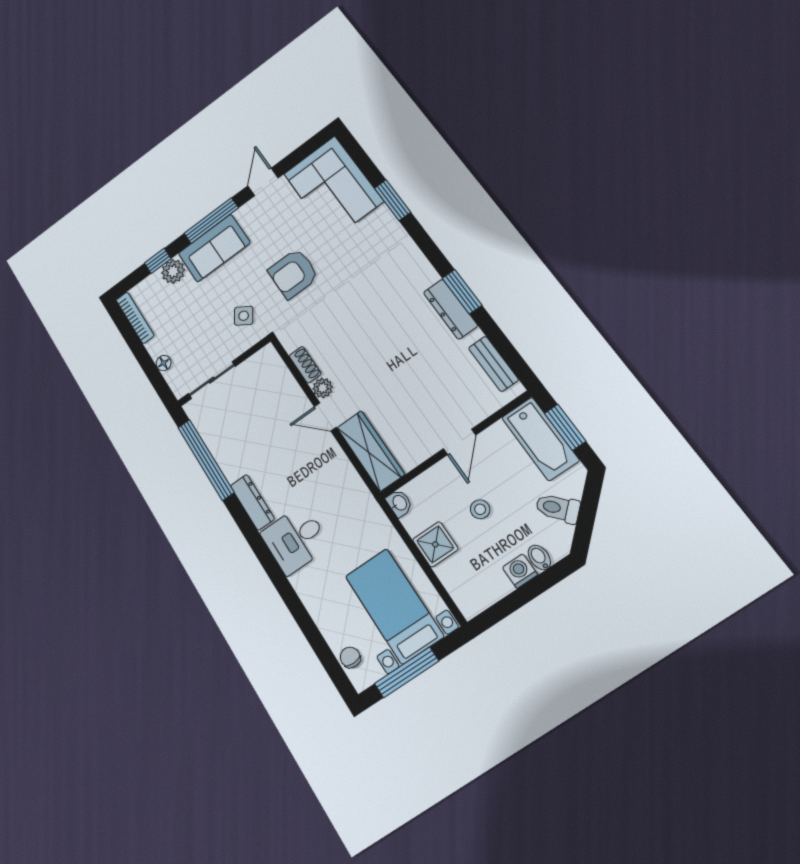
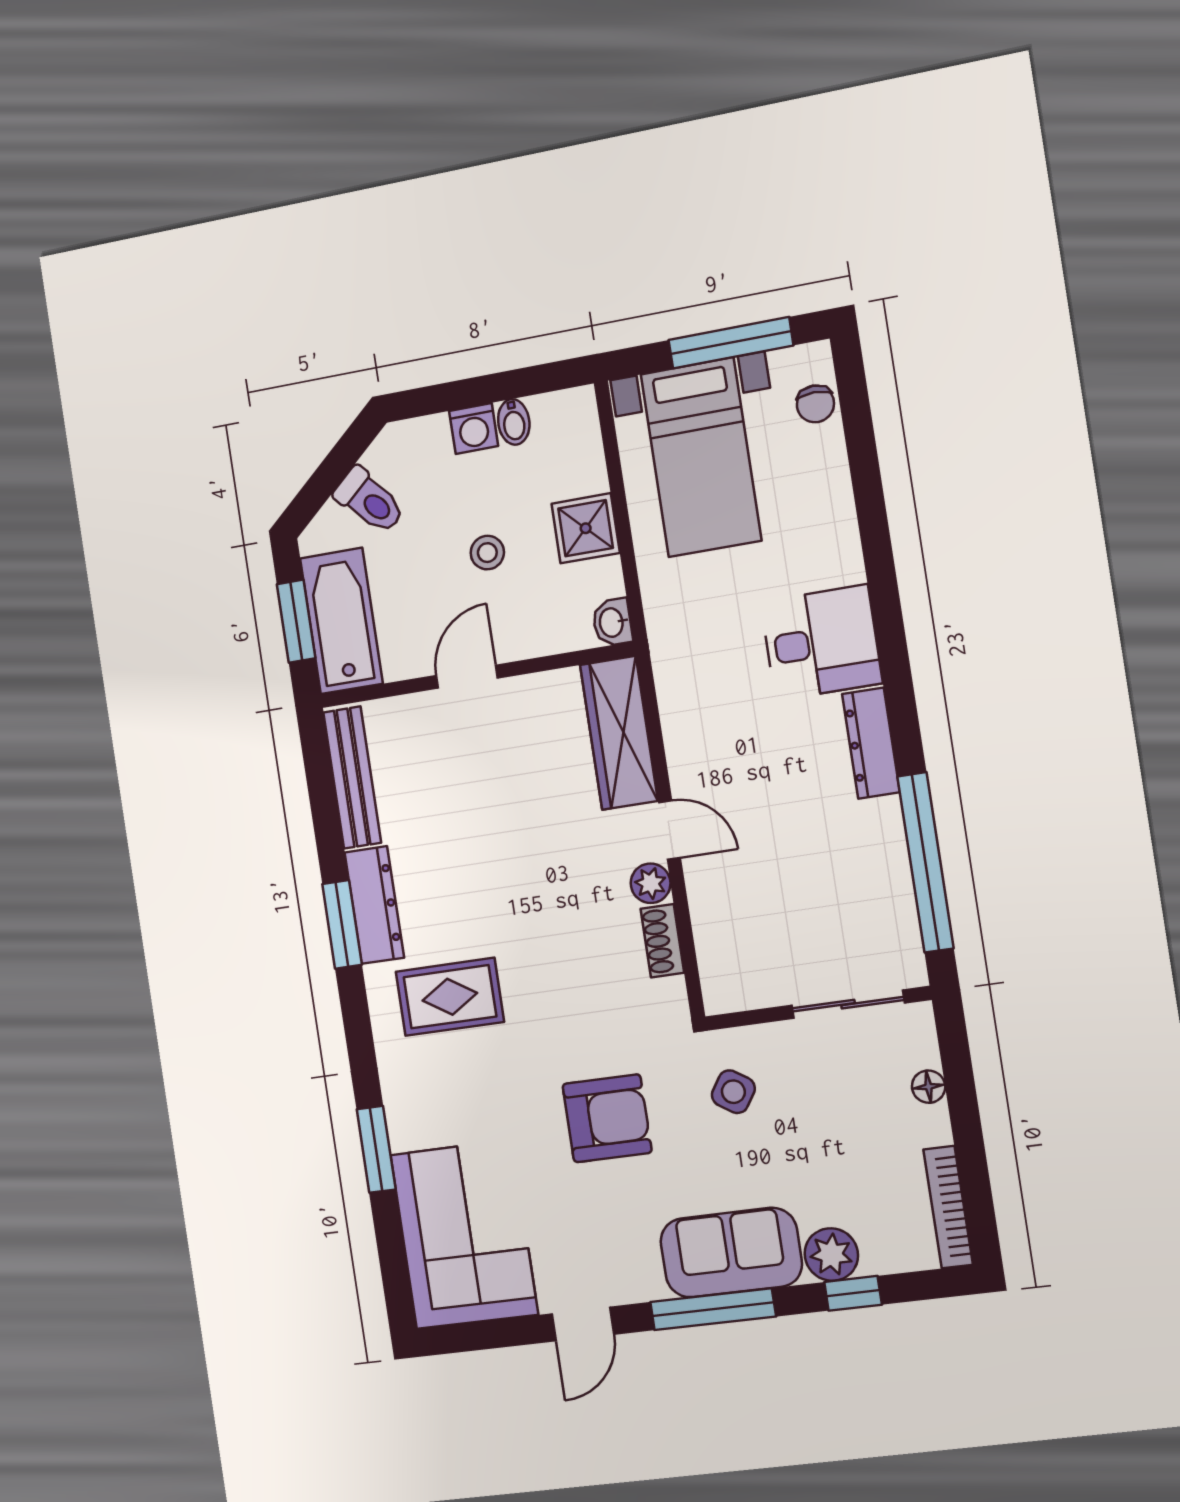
rug: (392, 287) -> (450, 997), added
bench: (493, 364) -> (352, 778), width x1.36
bidet: (539, 557) -> (514, 422), moved

